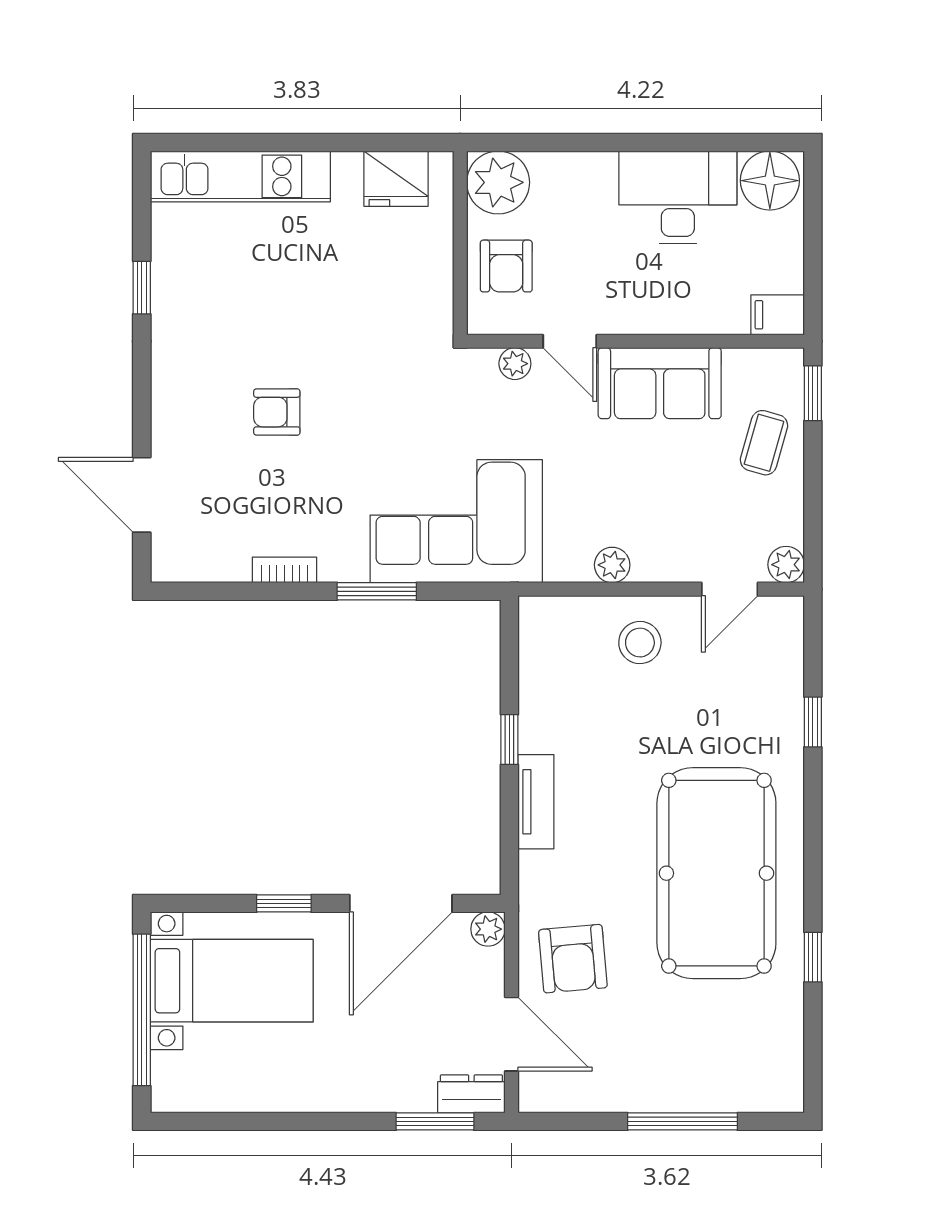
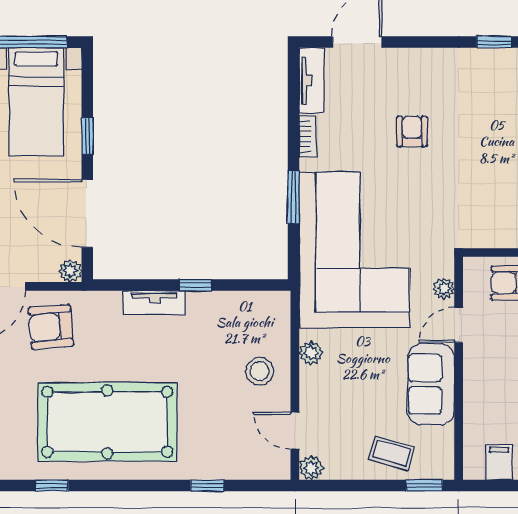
filing cabinet: (778, 315) -> (499, 462), moved
corner sofa: (456, 521) -> (354, 250), width x1.36, depth x1.36
tv unit: (200, 564) -> (312, 80), added

